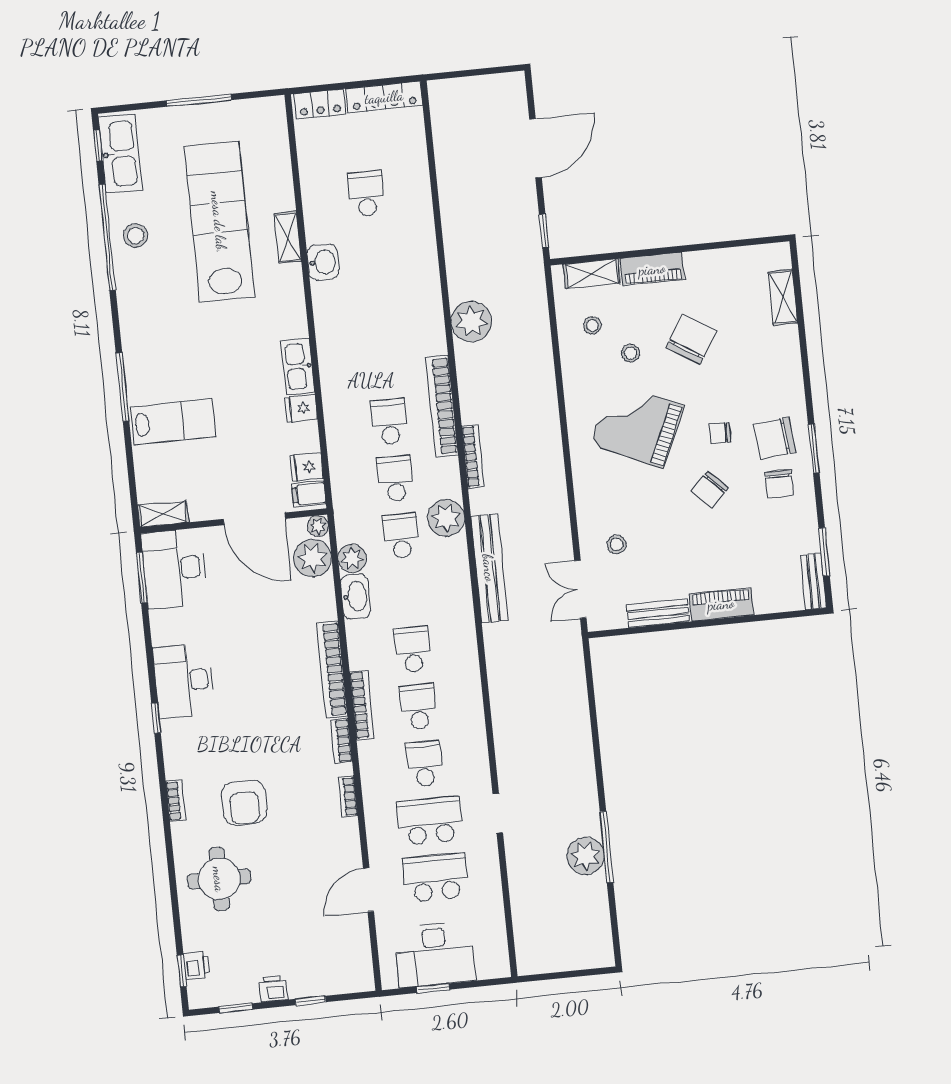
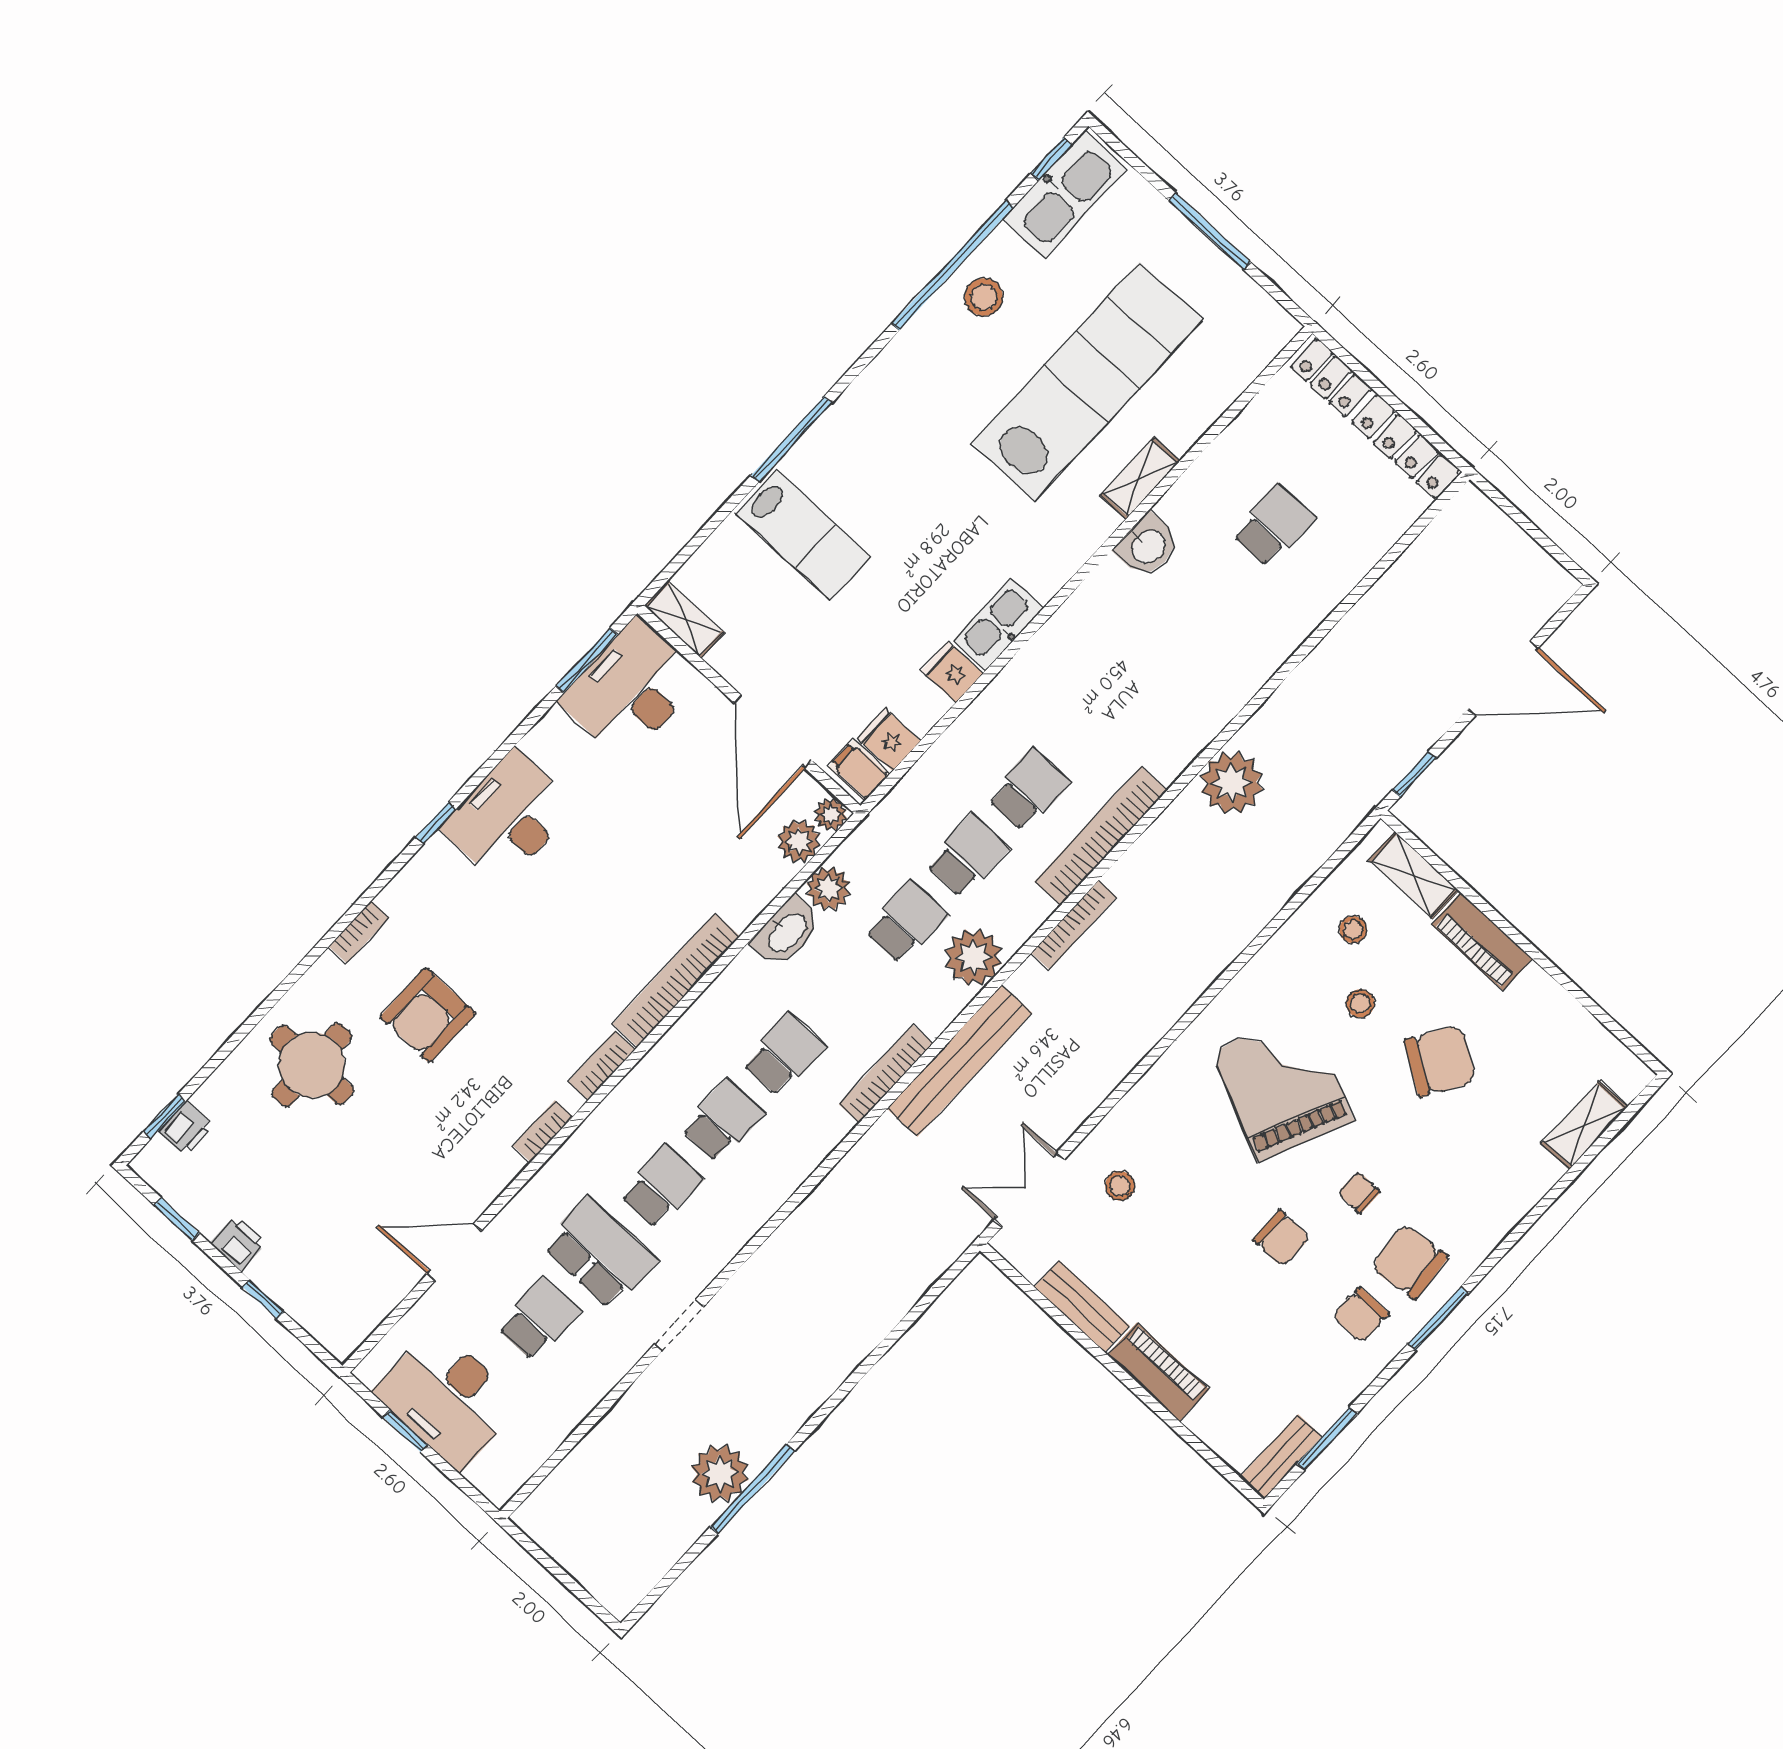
chair: (710, 489) -> (1281, 1239), turned -135
plant: (313, 558) -> (799, 841), width x0.73, depth x0.73
bookcase: (362, 705) -> (886, 1074), moved, turned 180
school desk: (436, 878) -> (539, 1319), width x0.54

